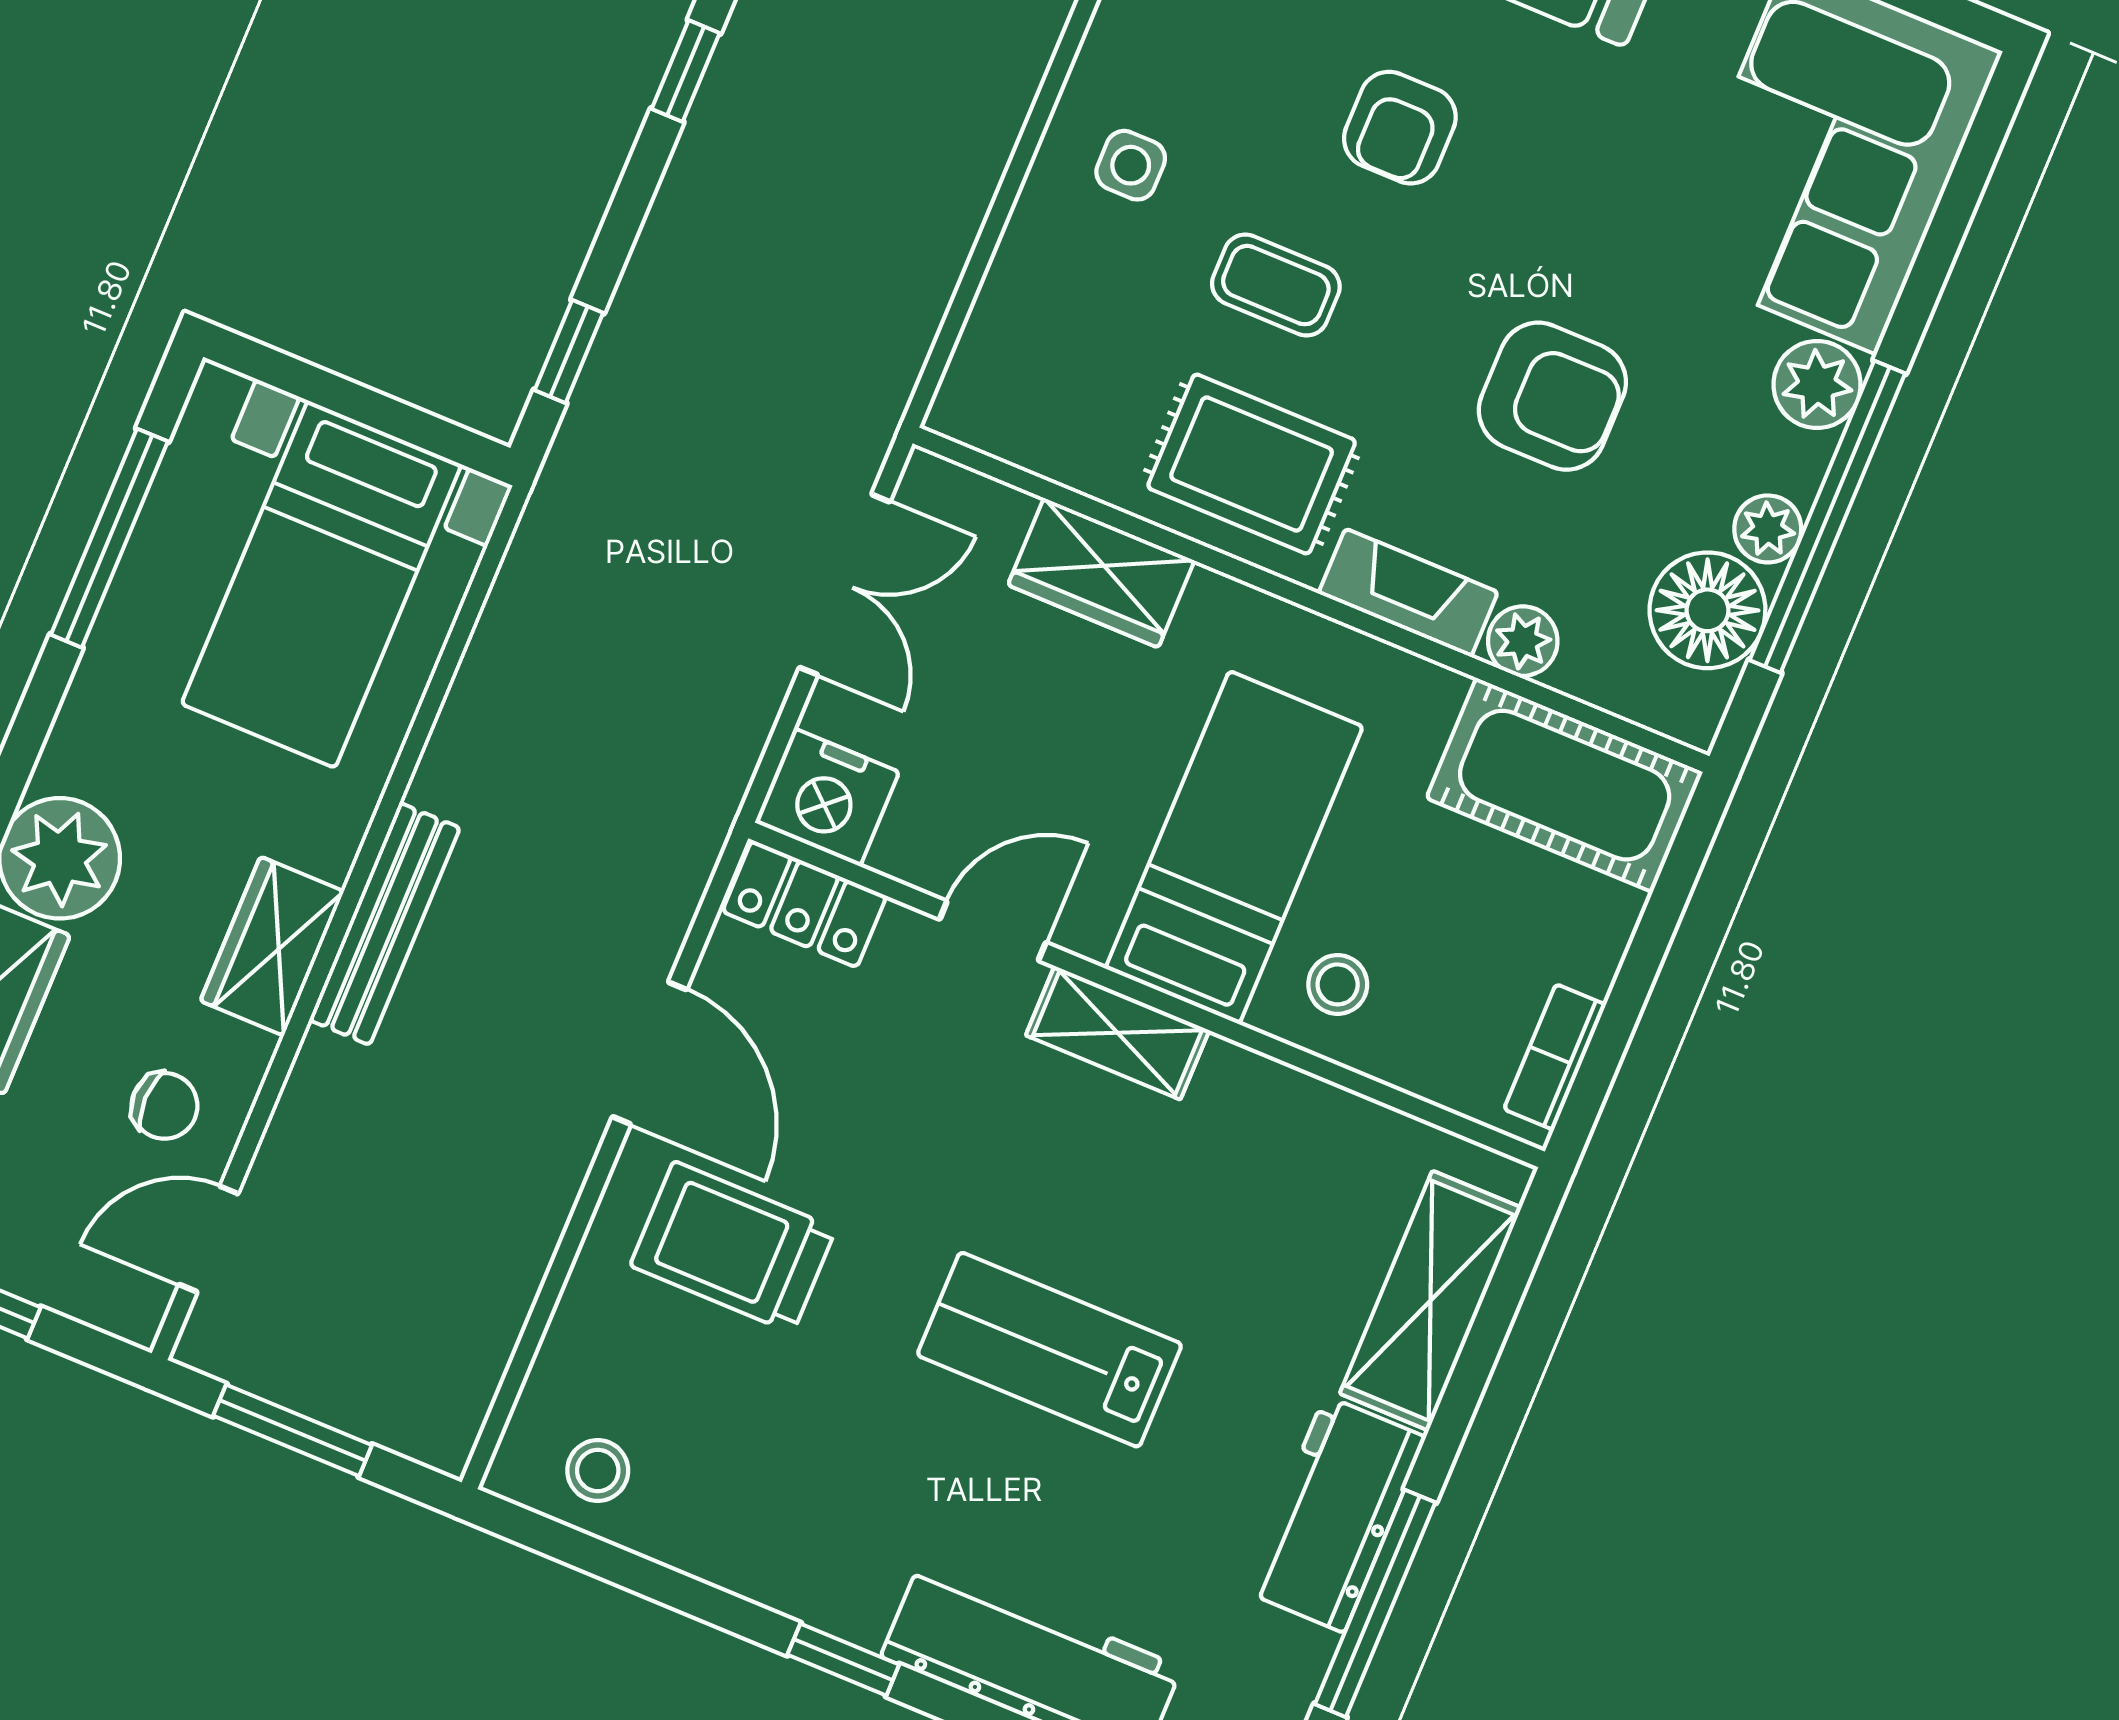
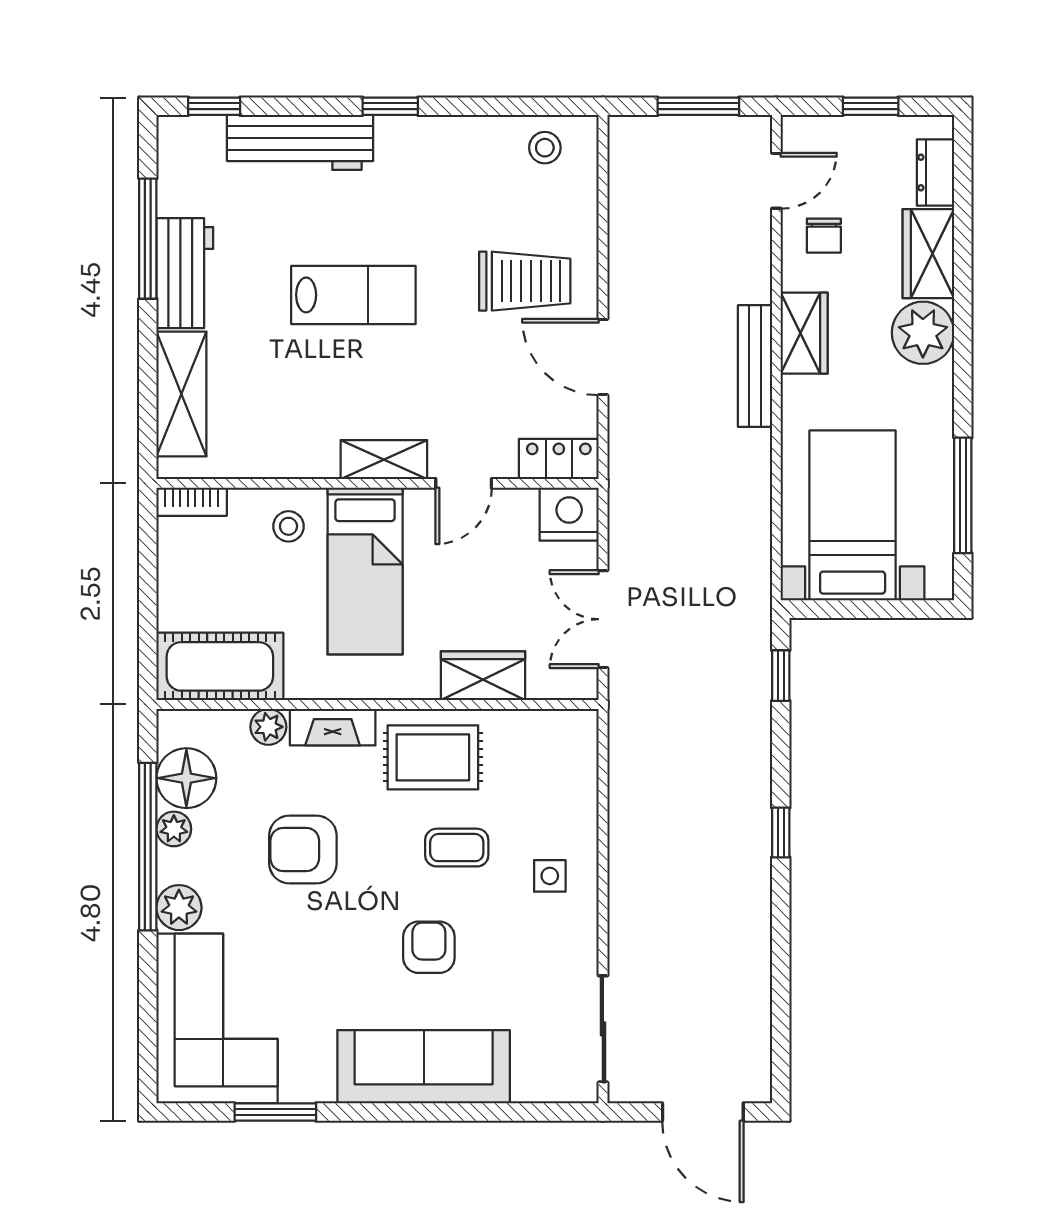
bookcase: (1555, 1057) -> (192, 502), moved, turned 90
chair: (164, 1106) -> (824, 236), turned -90

